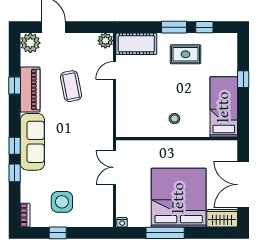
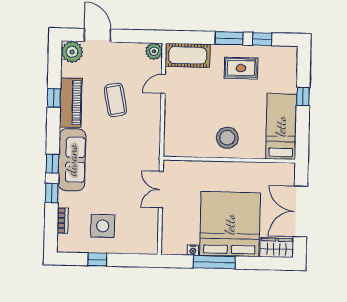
stool: (174, 119) -> (227, 138), width x1.89, depth x1.89
bookcase: (25, 215) -> (63, 221), moved
nightstand: (122, 222) -> (193, 250), moved

